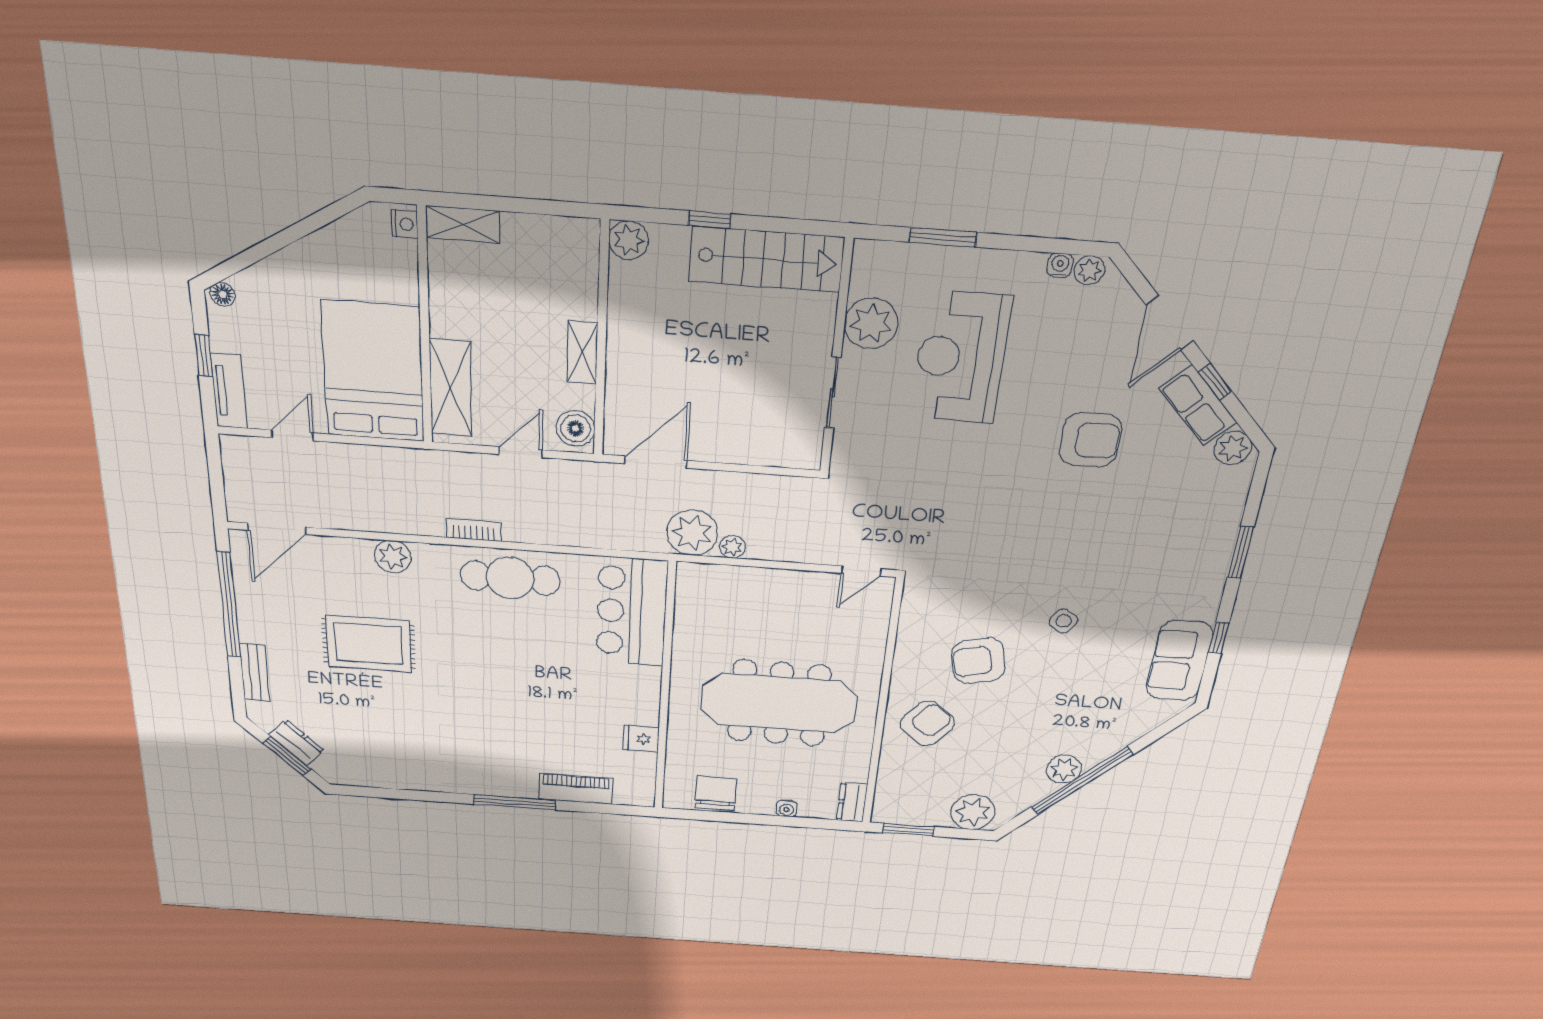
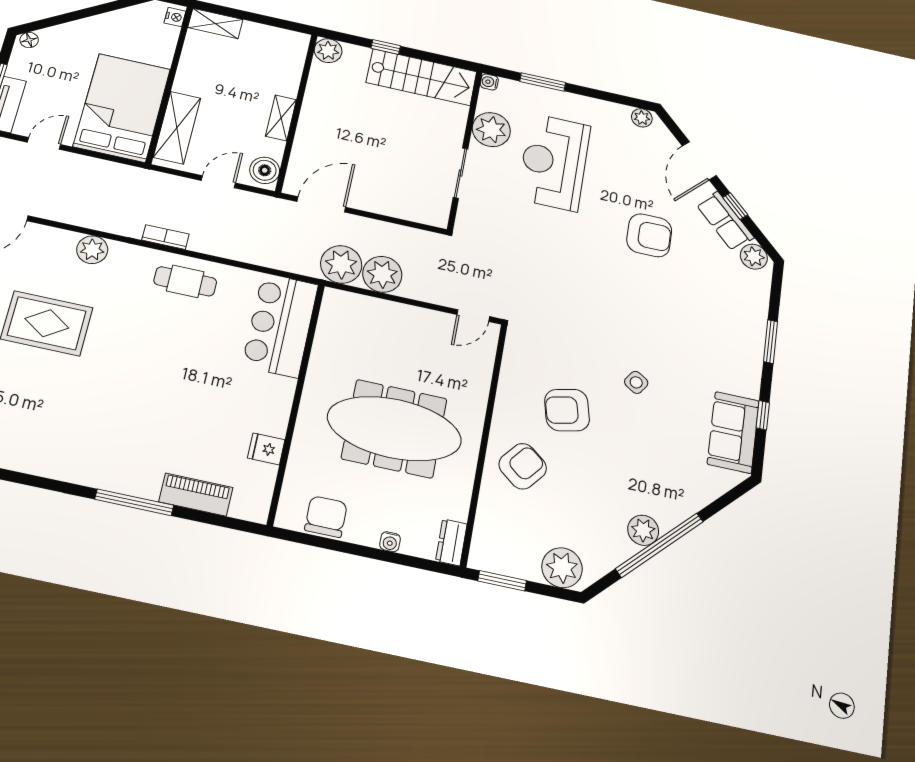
water cooler: (1060, 265) -> (489, 82), moved, turned -90
plant: (732, 547) -> (382, 274), width x1.88, depth x1.88
cafe table: (510, 578) -> (185, 281), width x0.73, depth x0.74

